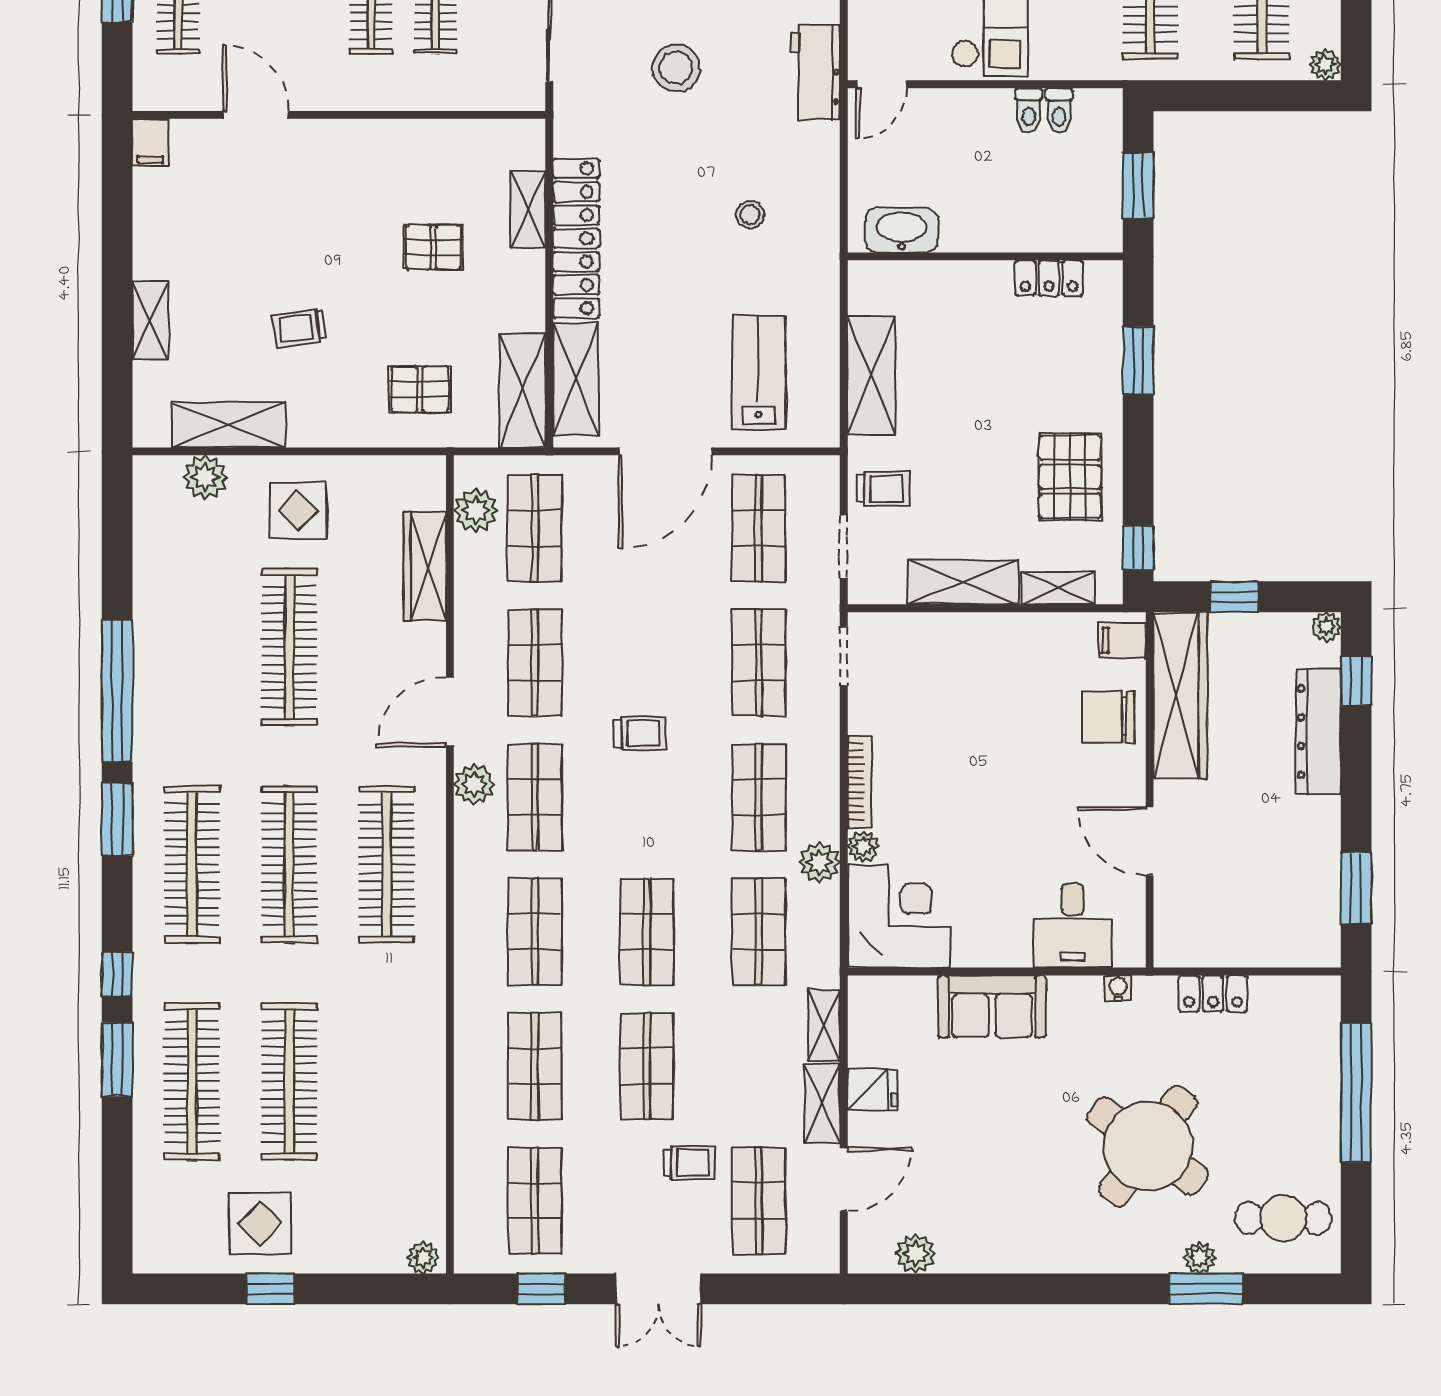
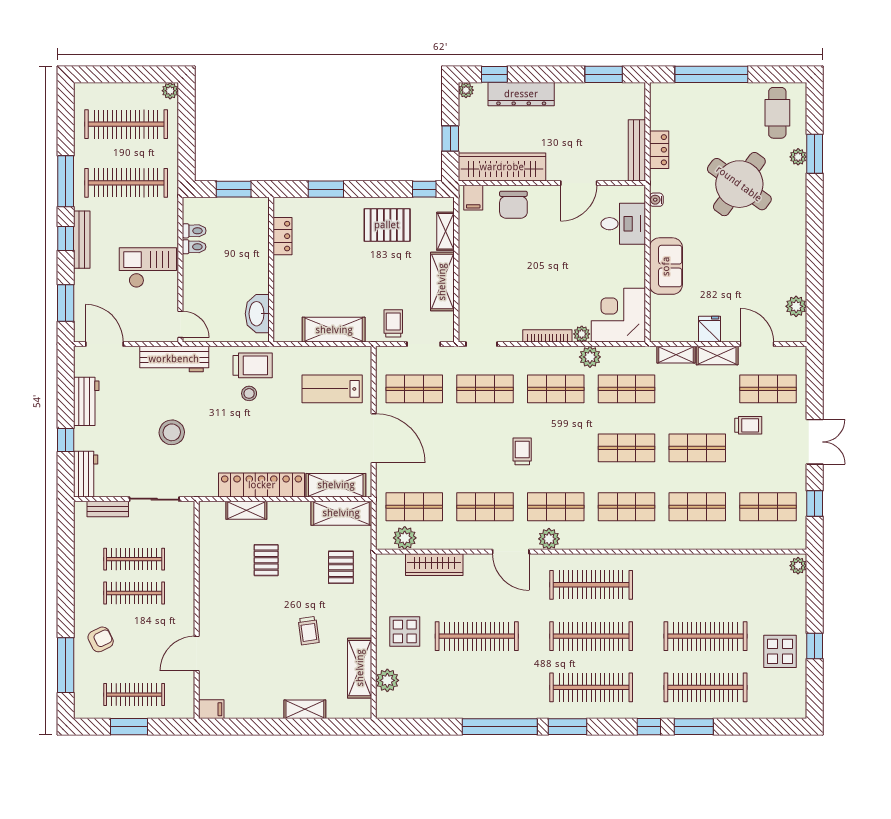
workbench: (815, 73) -> (174, 359), width x1.37
trolley: (803, 221) -> (253, 365), added
bench: (1212, 951) -> (637, 150), added
trolley: (690, 1163) -> (748, 425), turned 90

